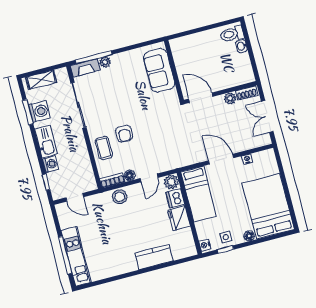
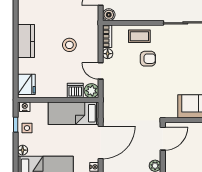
armchair: (124, 134) -> (148, 59), turned 180
door: (221, 159) -> (101, 142), width x1.36
boiler: (90, 184) -> (109, 15), added
stool: (120, 197) -> (69, 45), moved
fridge: (179, 218) -> (26, 84), moved, turned 90
kitchen counter: (154, 257) -> (26, 41), moved

